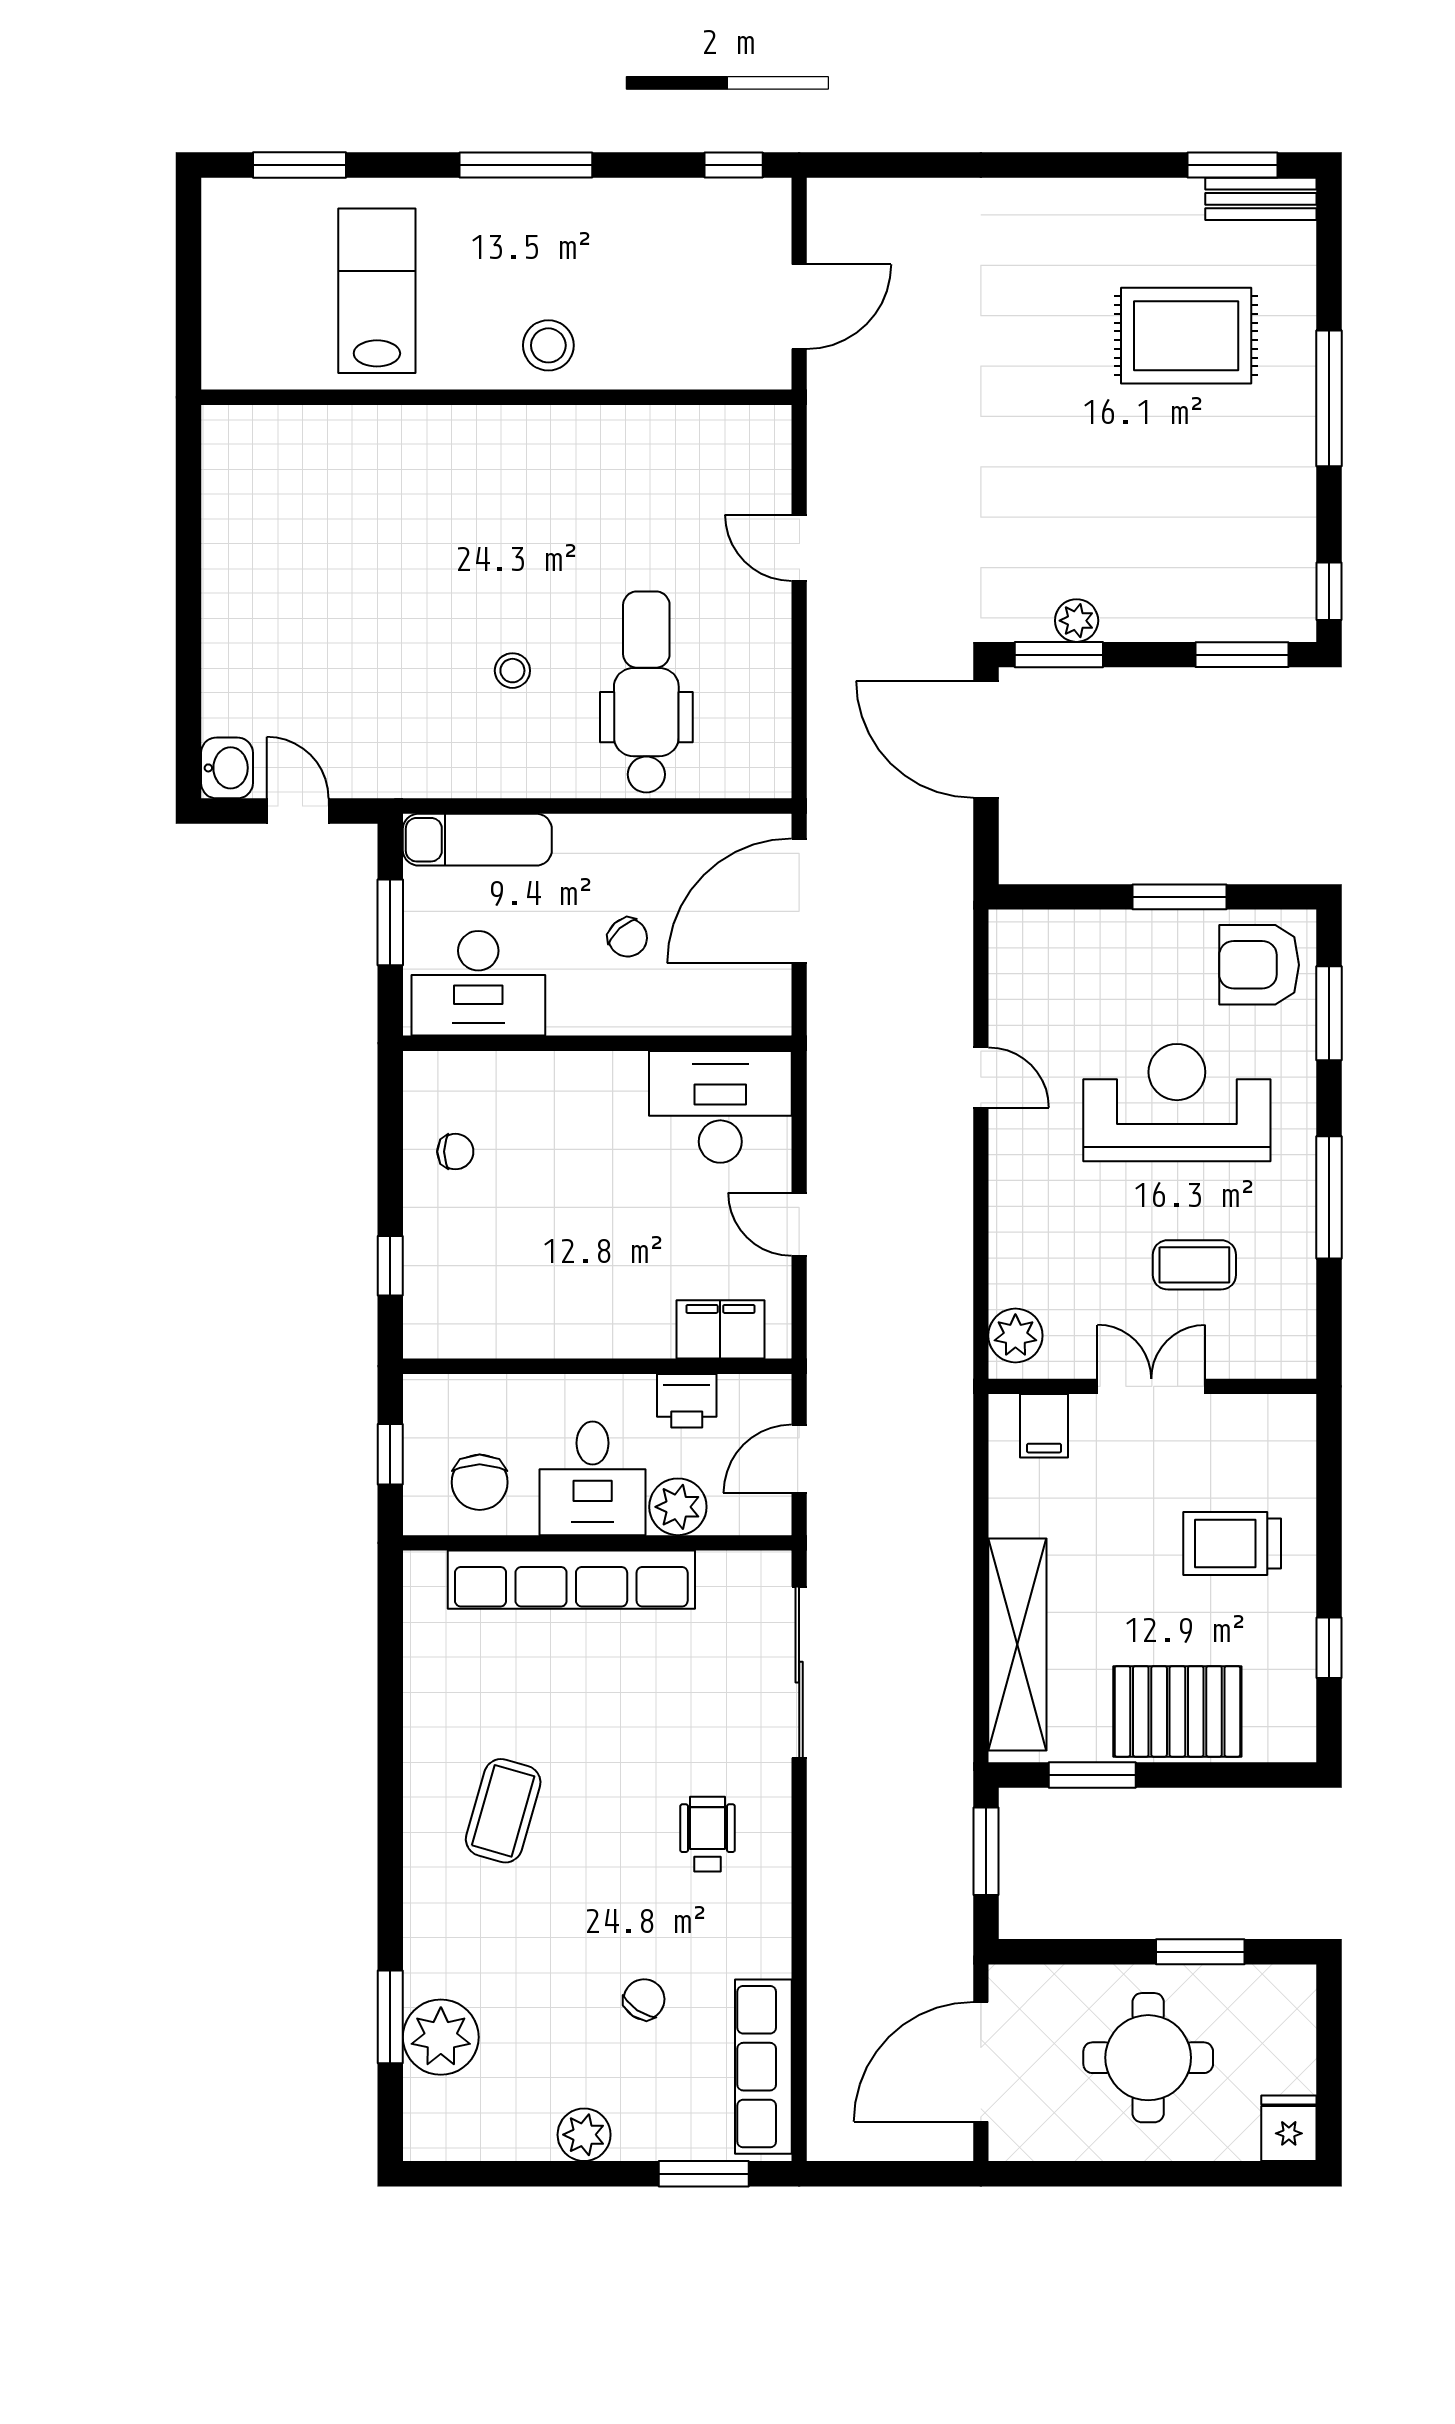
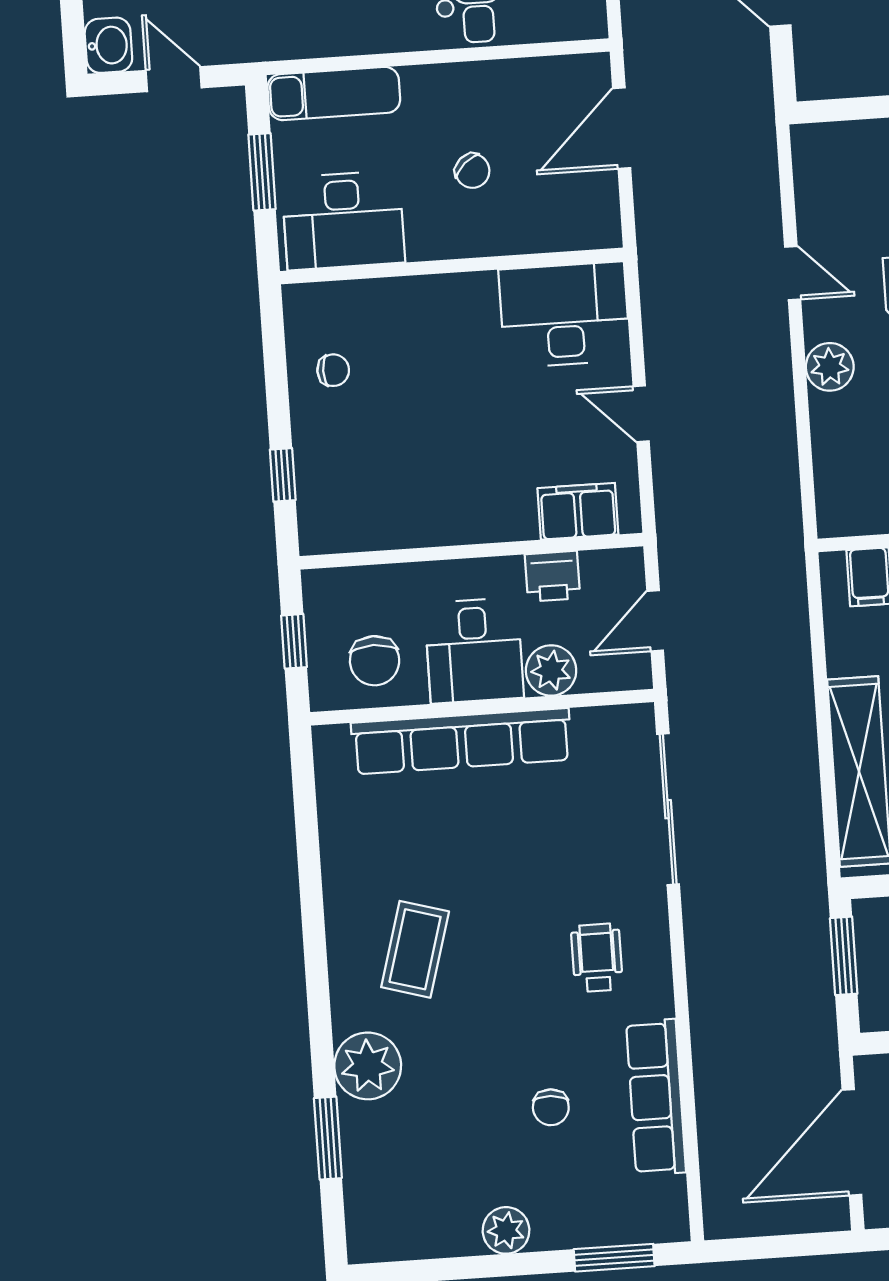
door: (799, 901) -> (622, 128), width x0.73
plant: (1015, 1336) -> (830, 367), moved
chair: (644, 1999) -> (551, 1107), turned 149
plant: (441, 2037) -> (368, 1066), moved
row of seats: (763, 2067) -> (656, 1097), moved

